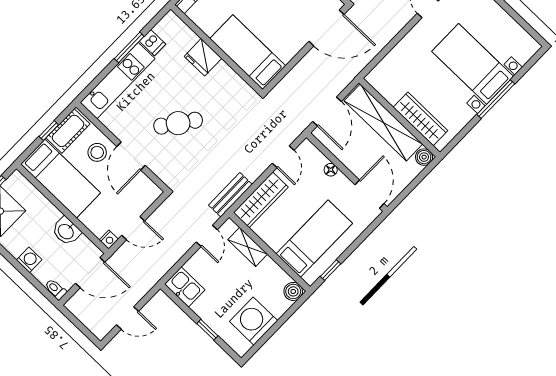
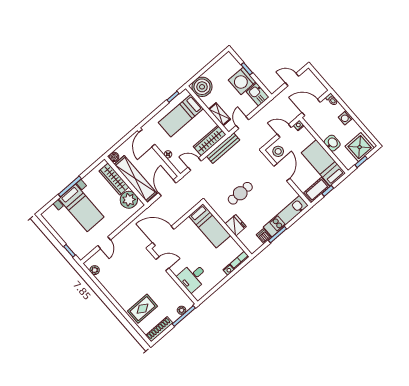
plant: (392, 85) -> (129, 200), added
cafe table: (178, 123) -> (240, 193), moved, turned -36
stool: (97, 152) -> (278, 151), moved
door: (283, 157) -> (195, 164), hinge flipped
bench: (230, 195) -> (223, 148), width x1.36
washbasin: (66, 231) -> (332, 143), moved
boiler: (293, 291) -> (202, 87), width x1.86, depth x1.86
washing machine: (254, 321) -> (242, 81), moved, turned 90

